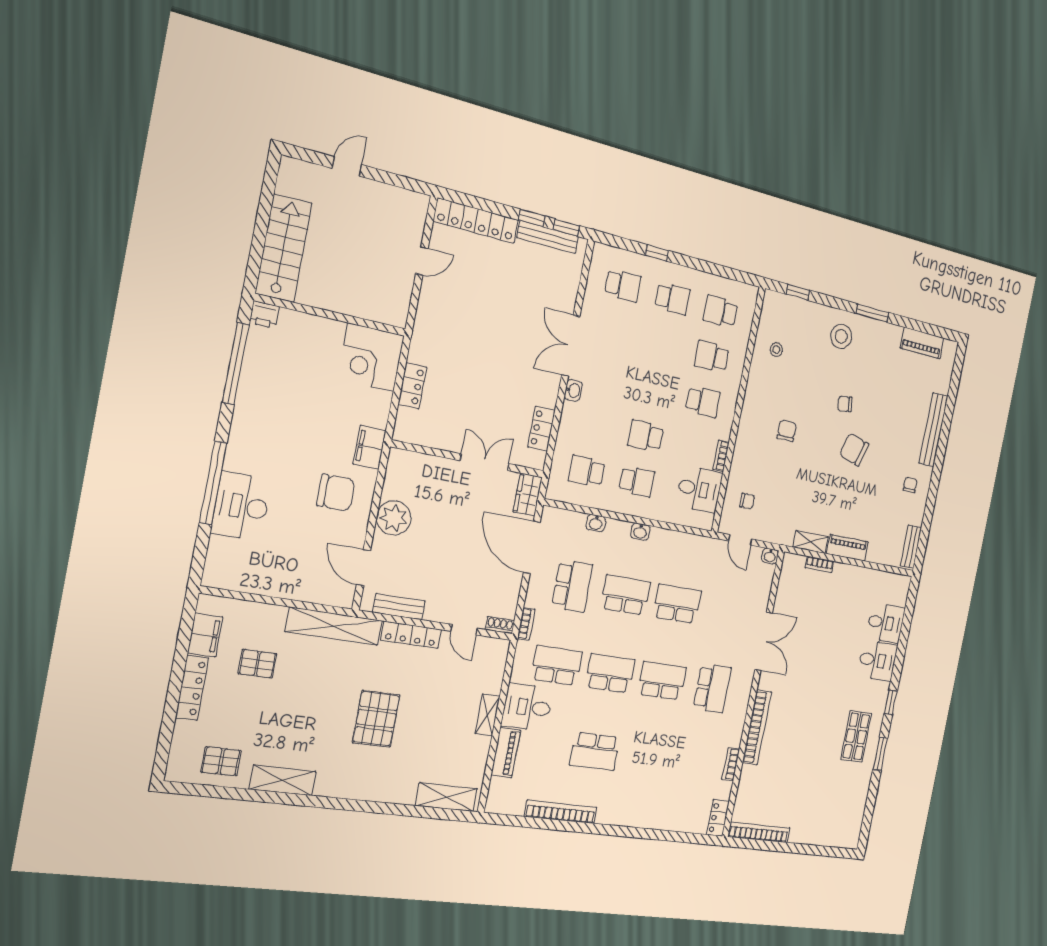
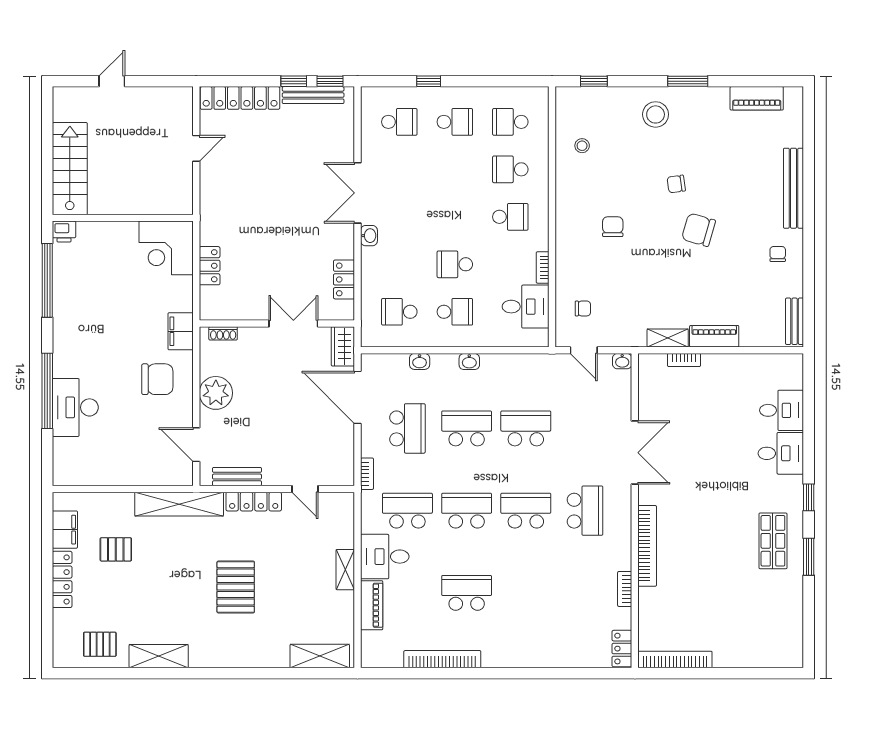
shoe rack: (500, 625) -> (223, 333), moved, turned 180
school desk: (595, 751) -> (467, 593), turned 180

